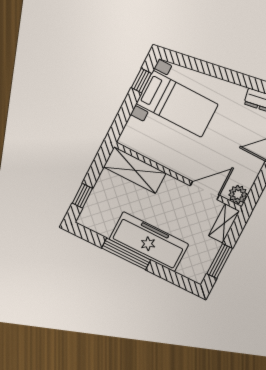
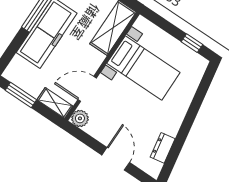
bed with nightstands: (177, 104) -> (143, 68), moved, turned -90
door: (205, 190) -> (87, 89), swing flipped

